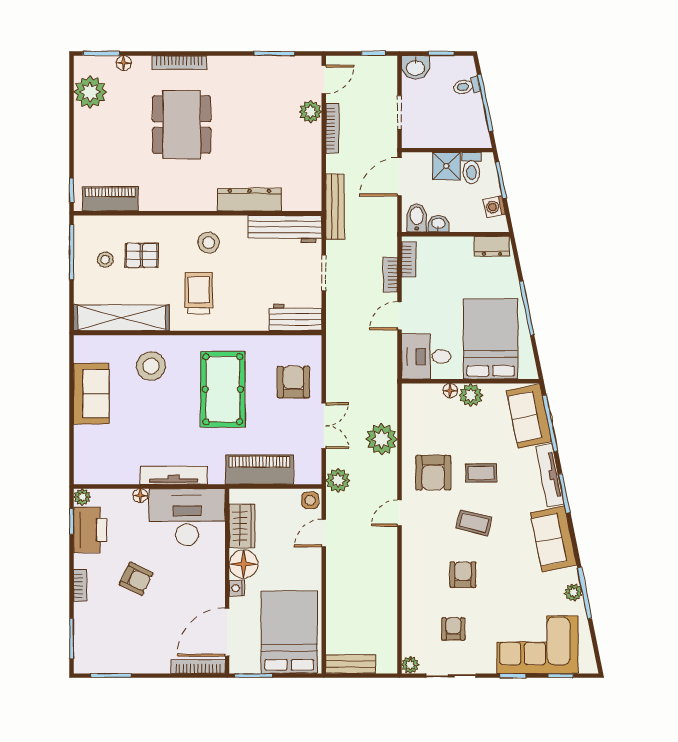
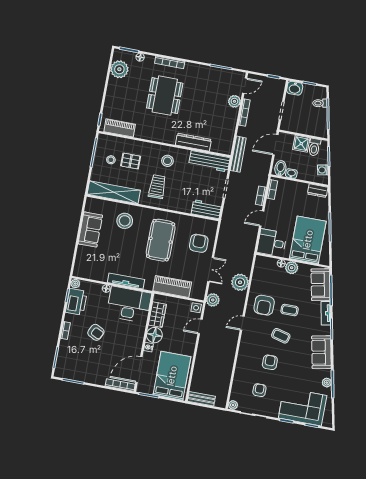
tv unit: (550, 475) -> (326, 313), width x0.71

